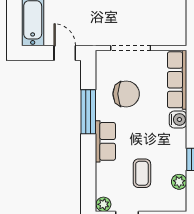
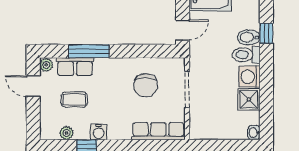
window: (88, 112) -> (89, 51), moved
water cooler: (178, 119) -> (99, 132), moved
row of seats: (105, 141) -> (75, 67), moved

